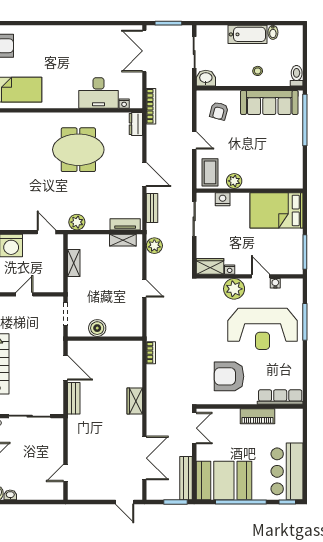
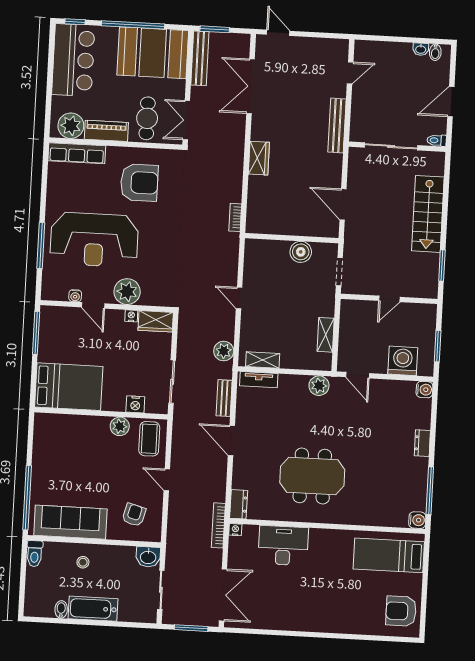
nightstand: (124, 104) -> (235, 530), moved
reception desk: (263, 329) -> (94, 240), turned 180
bench: (74, 398) -> (337, 126), moved, width x1.36
plant: (286, 419) -> (71, 126), added
cafe table: (226, 428) -> (147, 118), added

